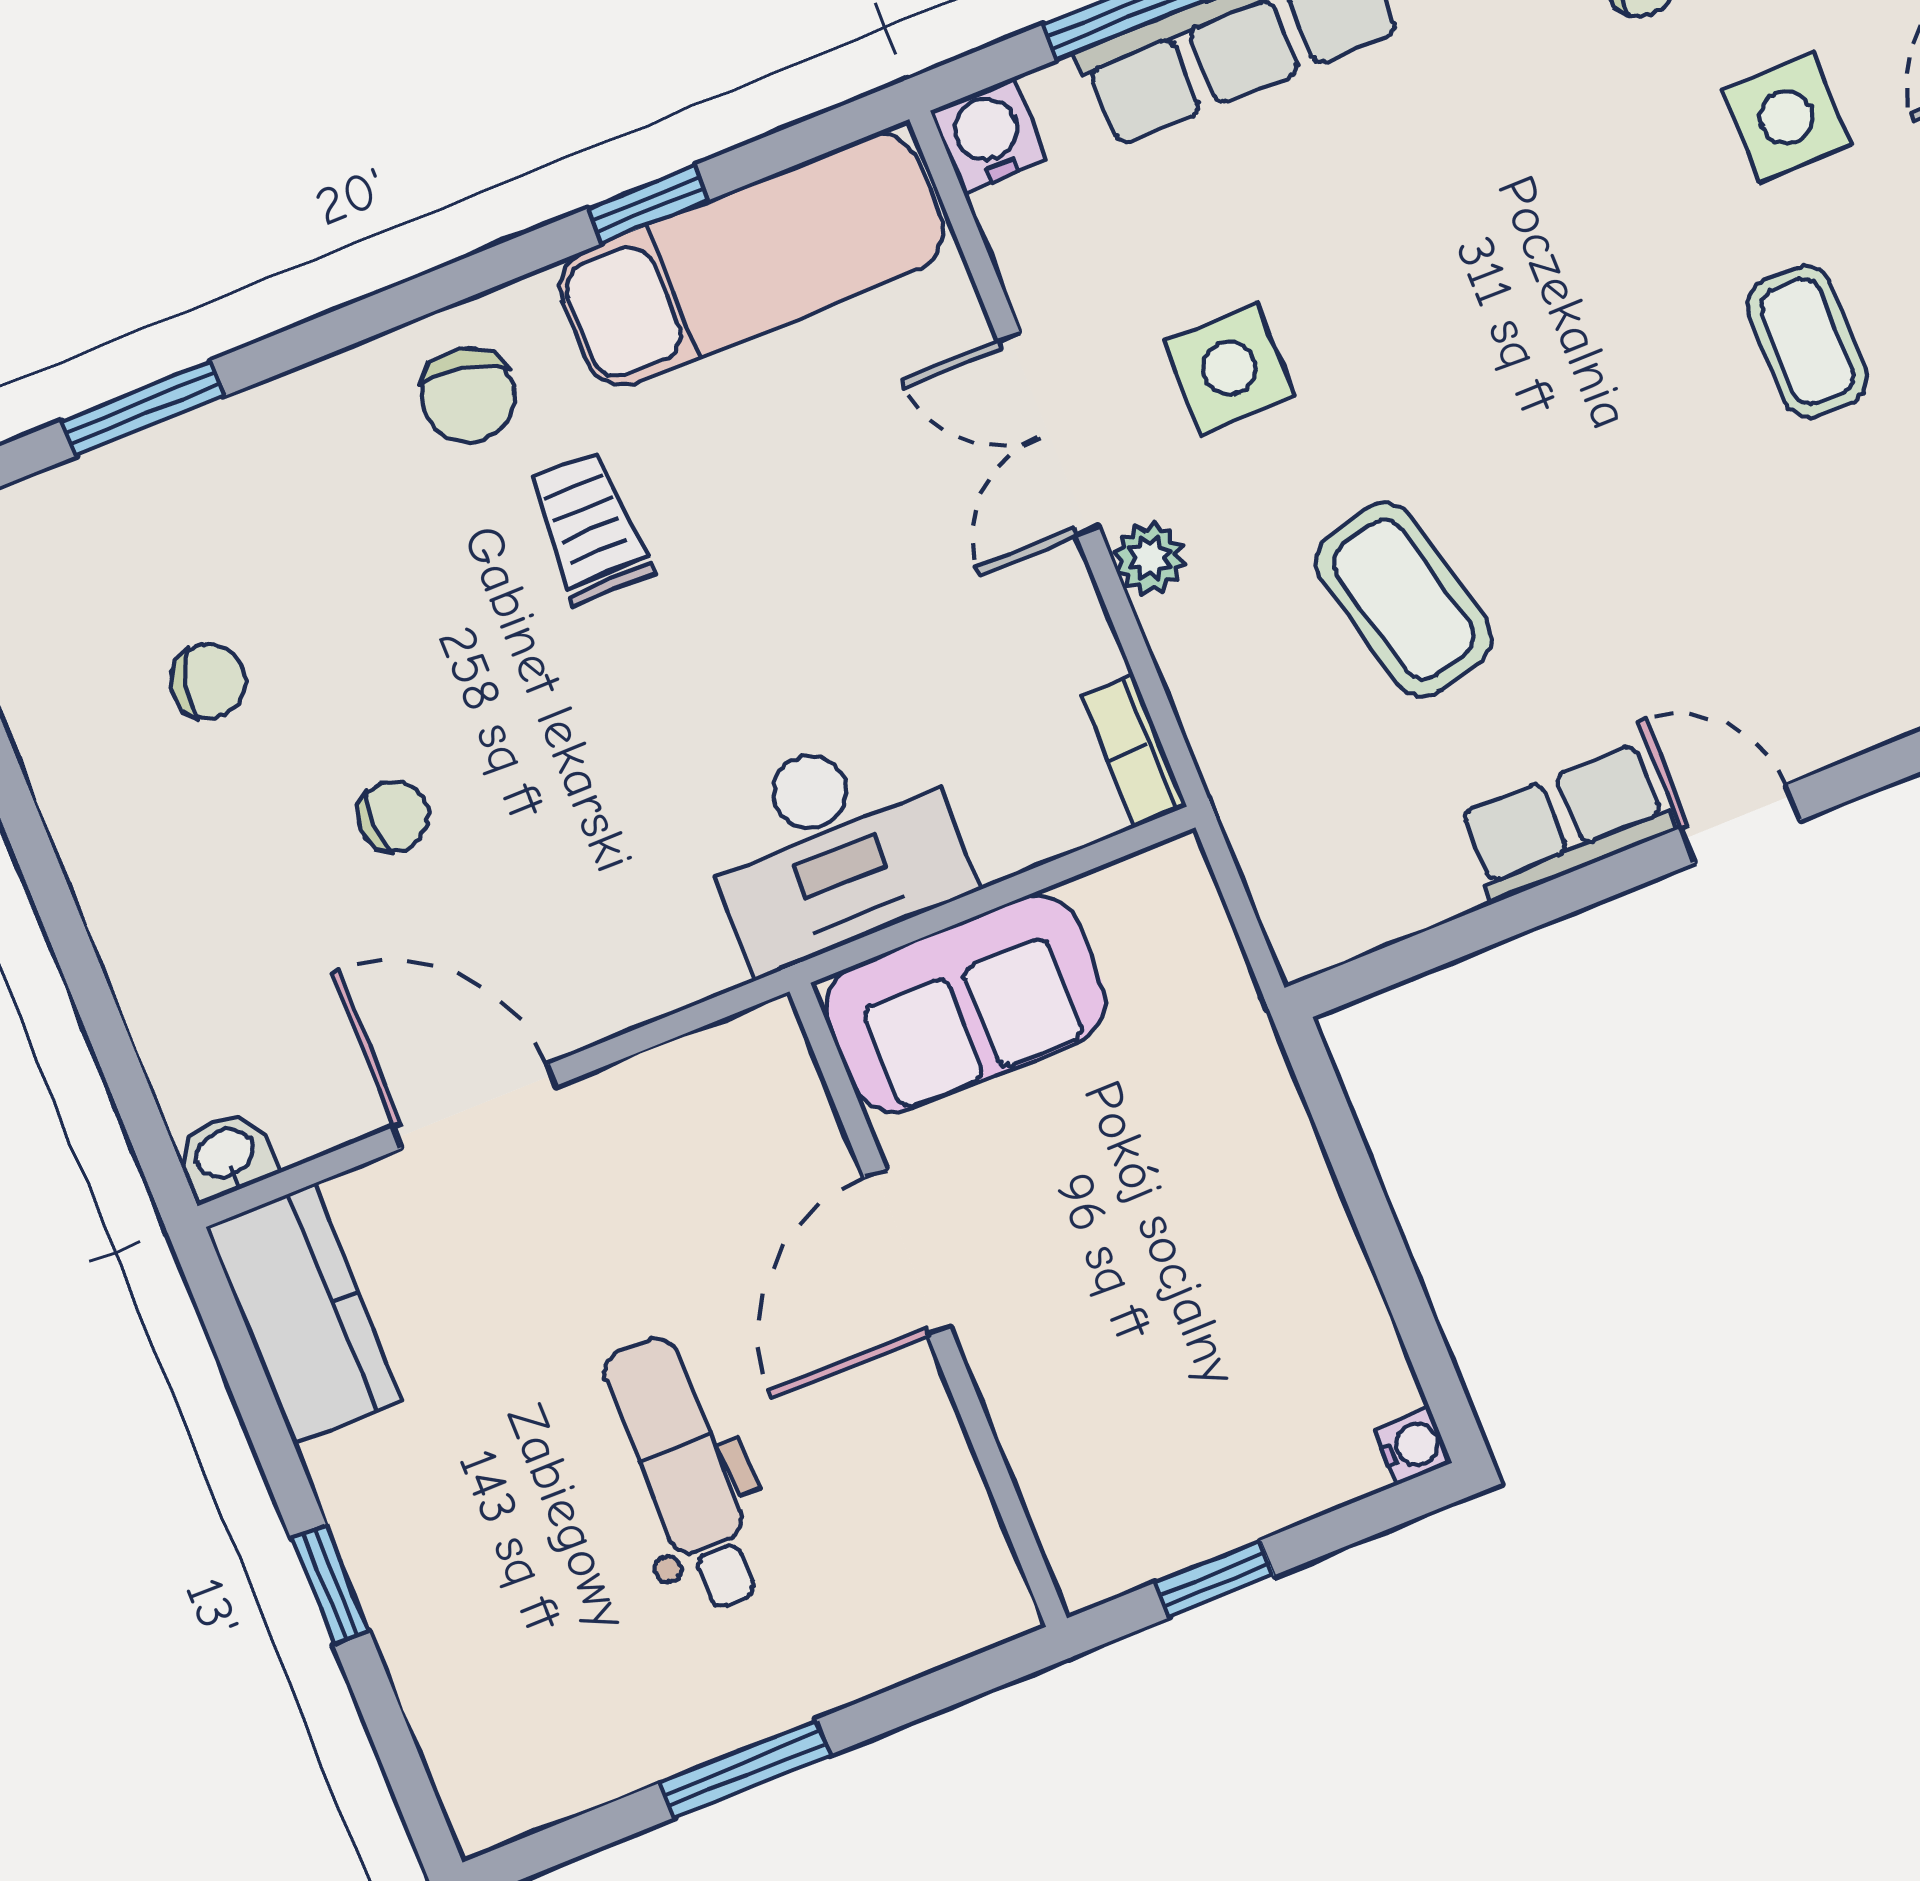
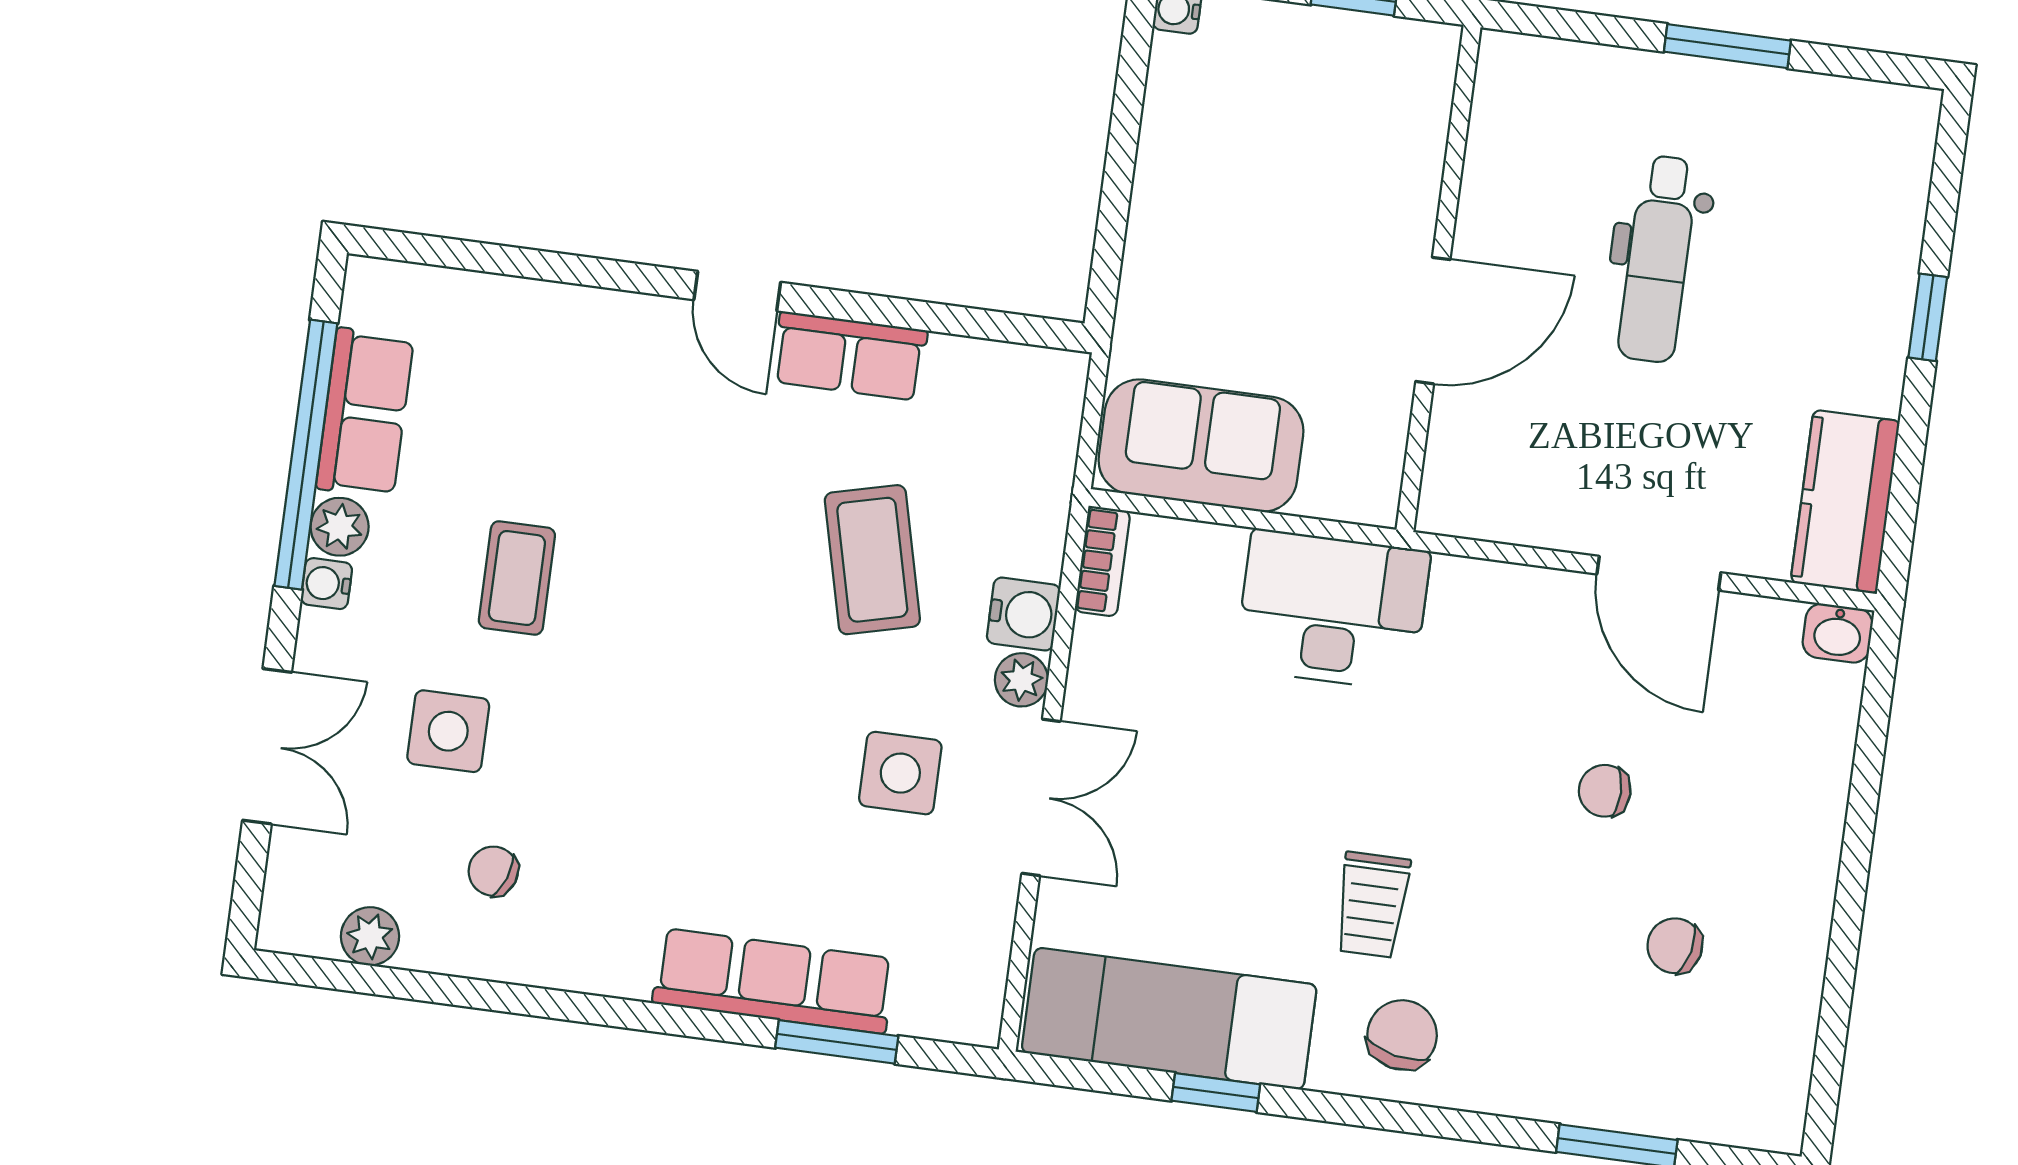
water cooler: (988, 135) -> (1023, 614), moved, turned -90
sofa: (966, 1004) -> (1201, 446), moved

